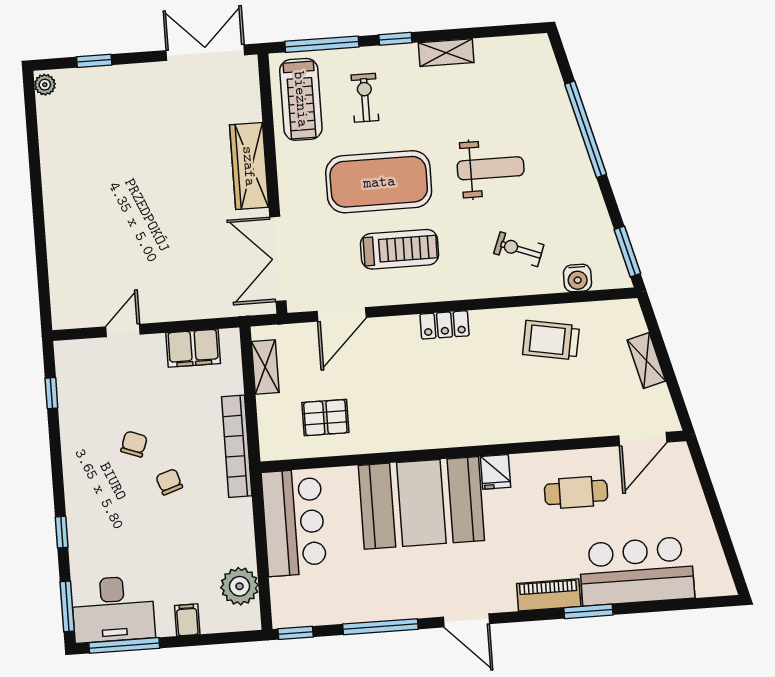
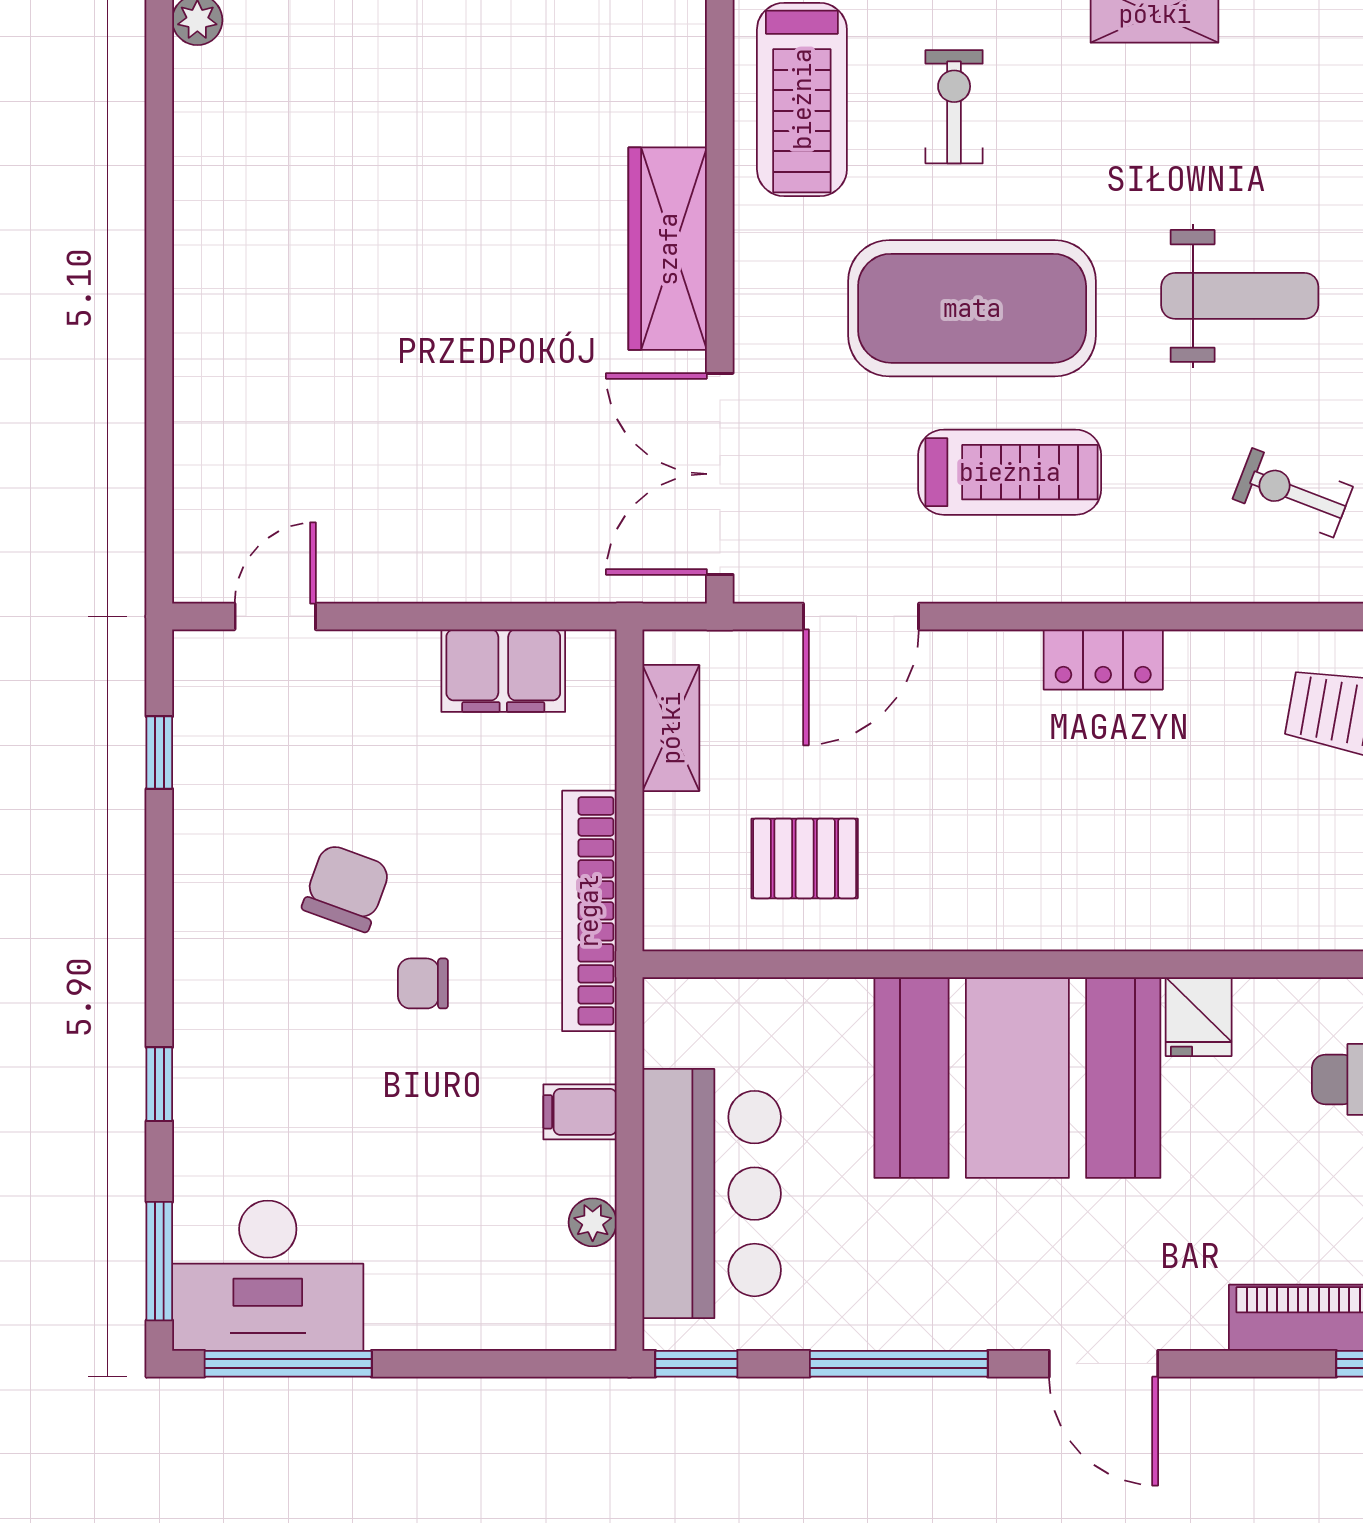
door: (123, 330) -> (275, 616), moved
chair: (134, 444) -> (346, 888), width x1.37, depth x1.37
chair: (169, 482) -> (423, 983), turned -72
bar counter: (294, 523) -> (712, 1194), moved
plant: (240, 586) -> (593, 1222), width x0.53, depth x0.53
filing cabinet: (187, 620) -> (580, 1112), moved, turned -90

